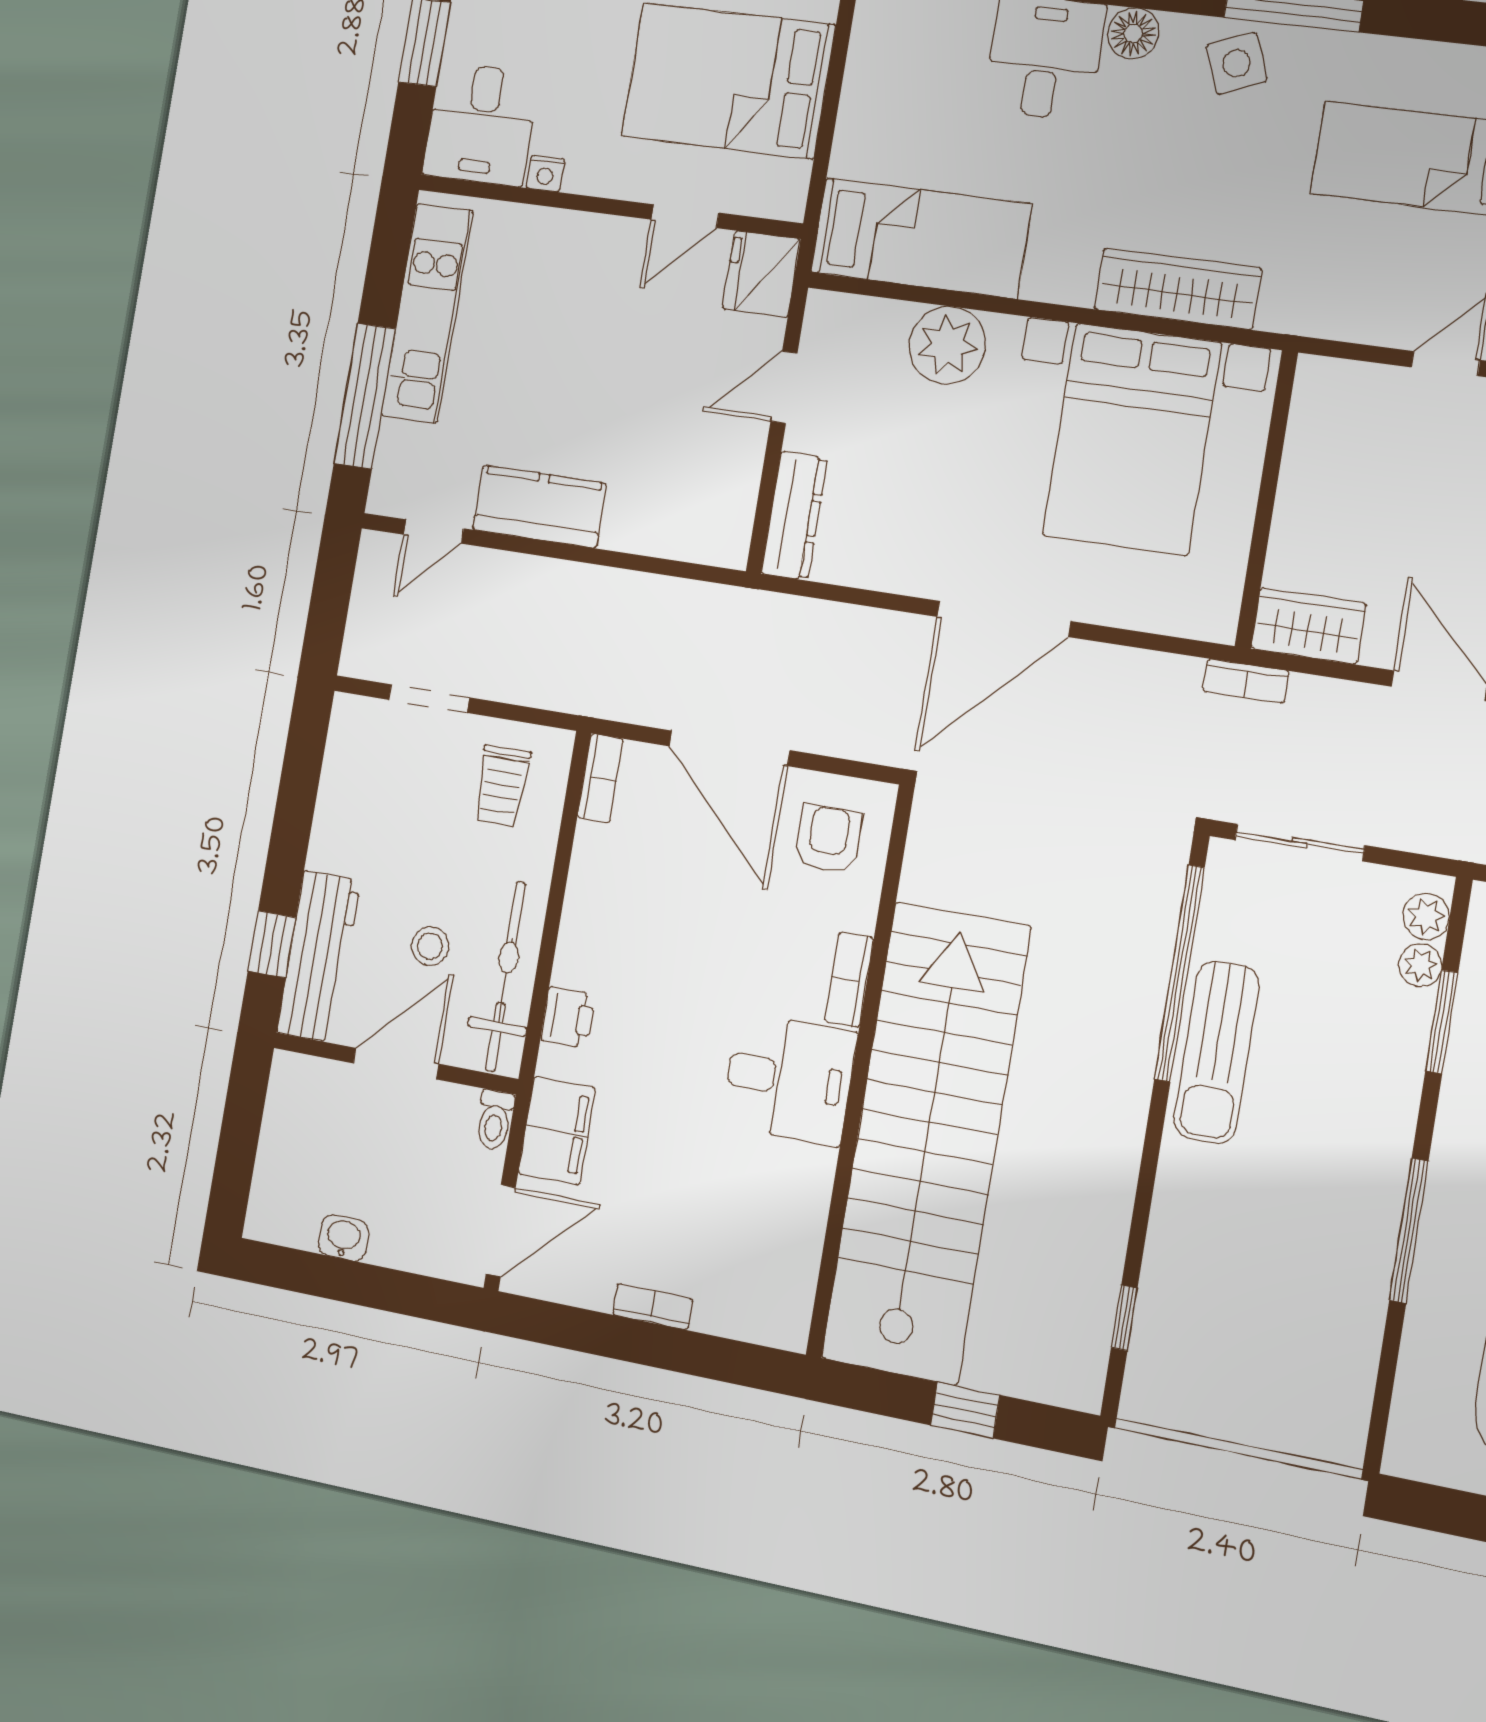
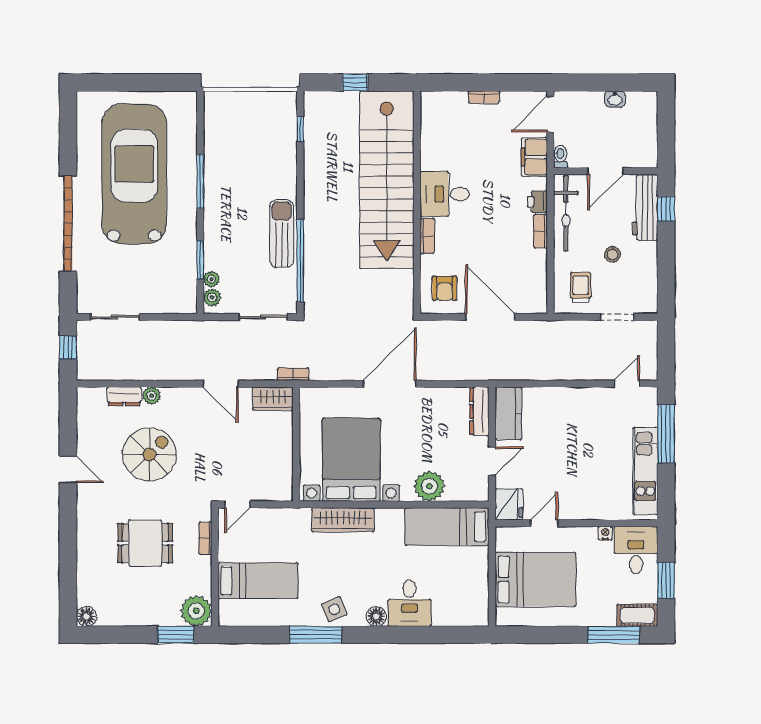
kitchen counter: (539, 507) -> (508, 414), moved, turned -90
bookcase: (600, 778) -> (541, 231), moved
stool: (430, 946) -> (612, 254), moved

